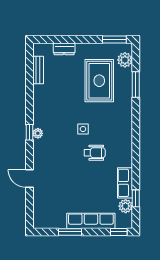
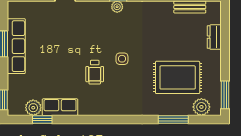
row of seats: (91, 221) -> (16, 46), moved

